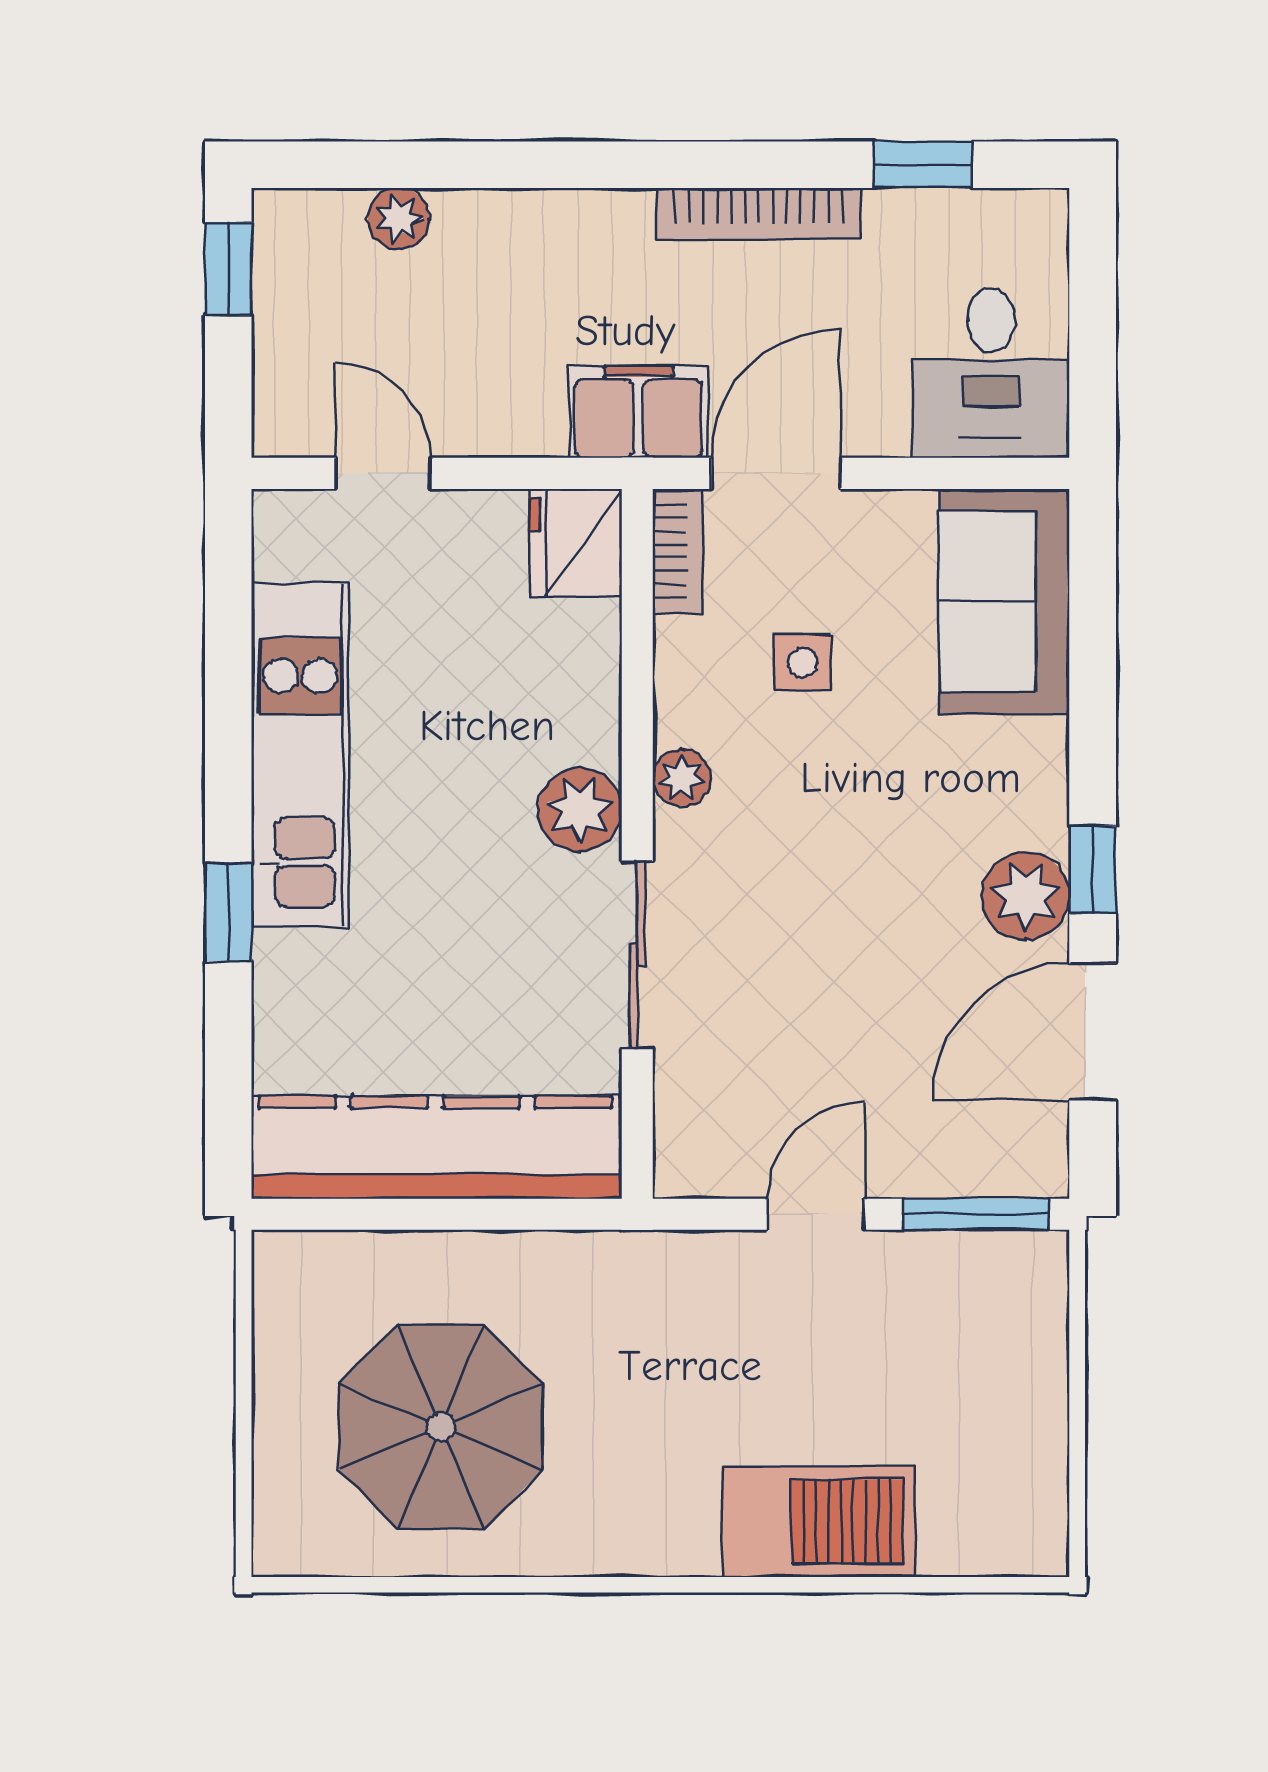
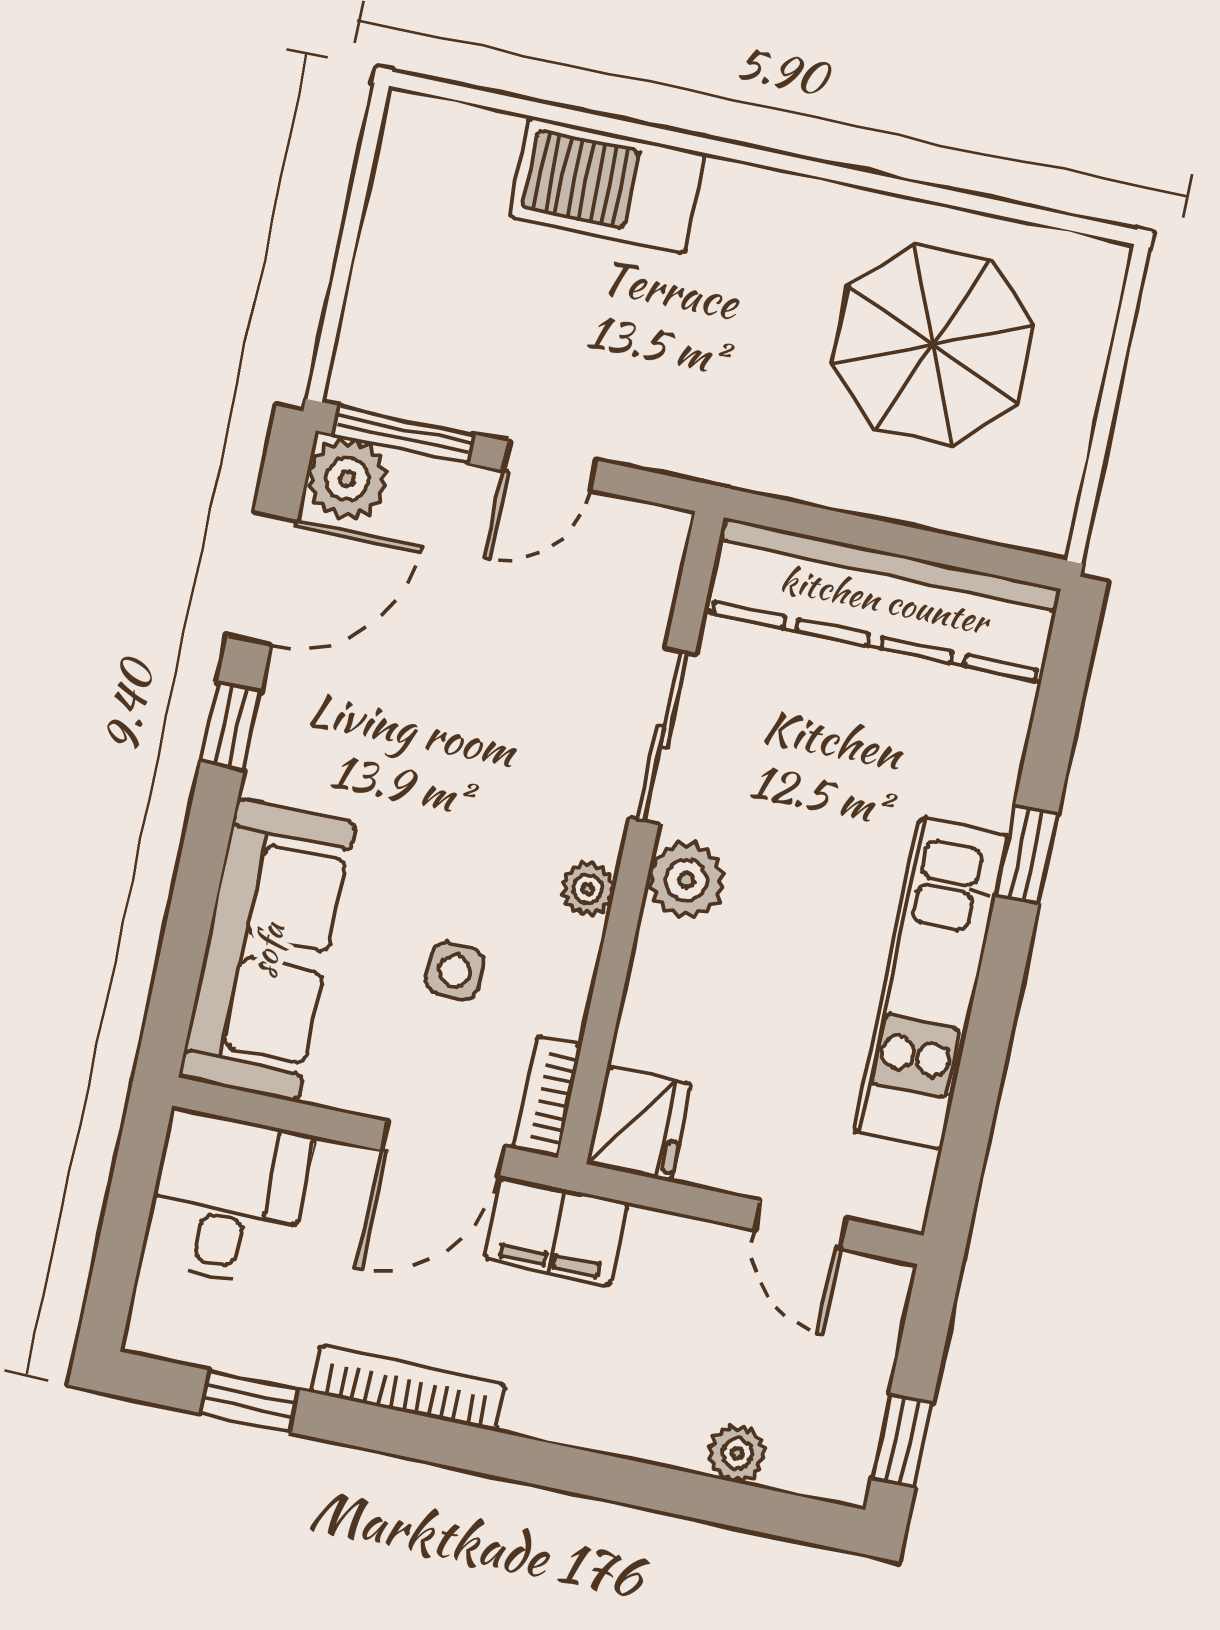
sofa: (1004, 602) -> (267, 950), width x1.36
plant: (1026, 896) -> (347, 479), moved

